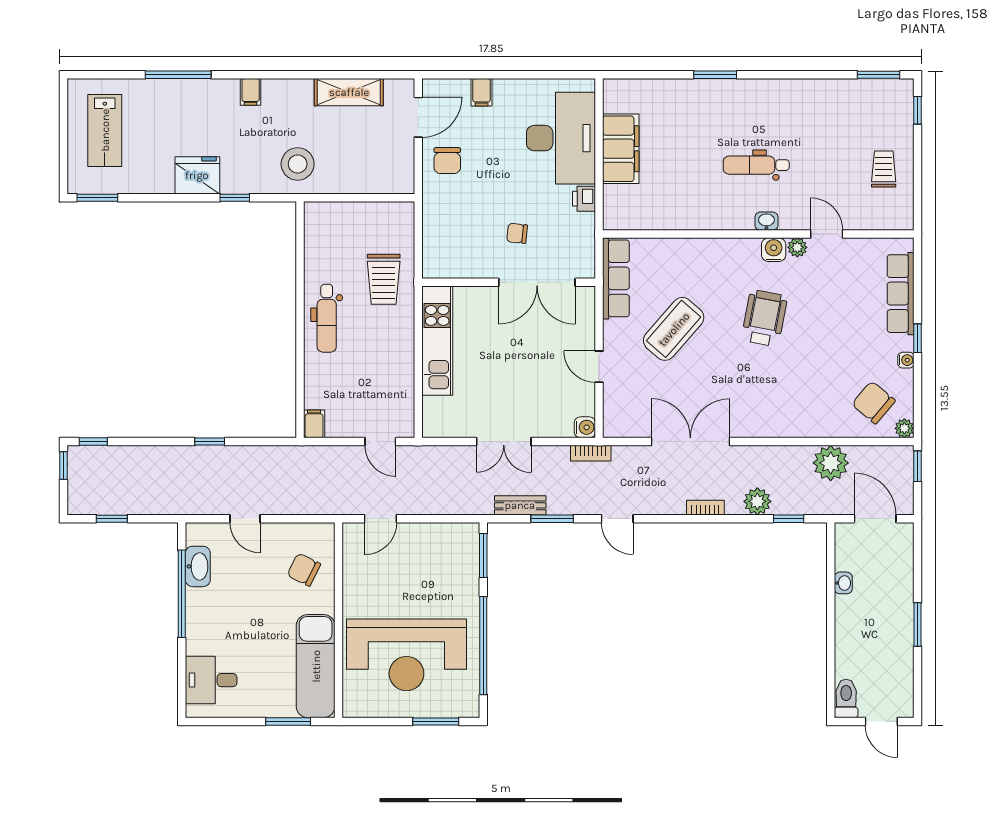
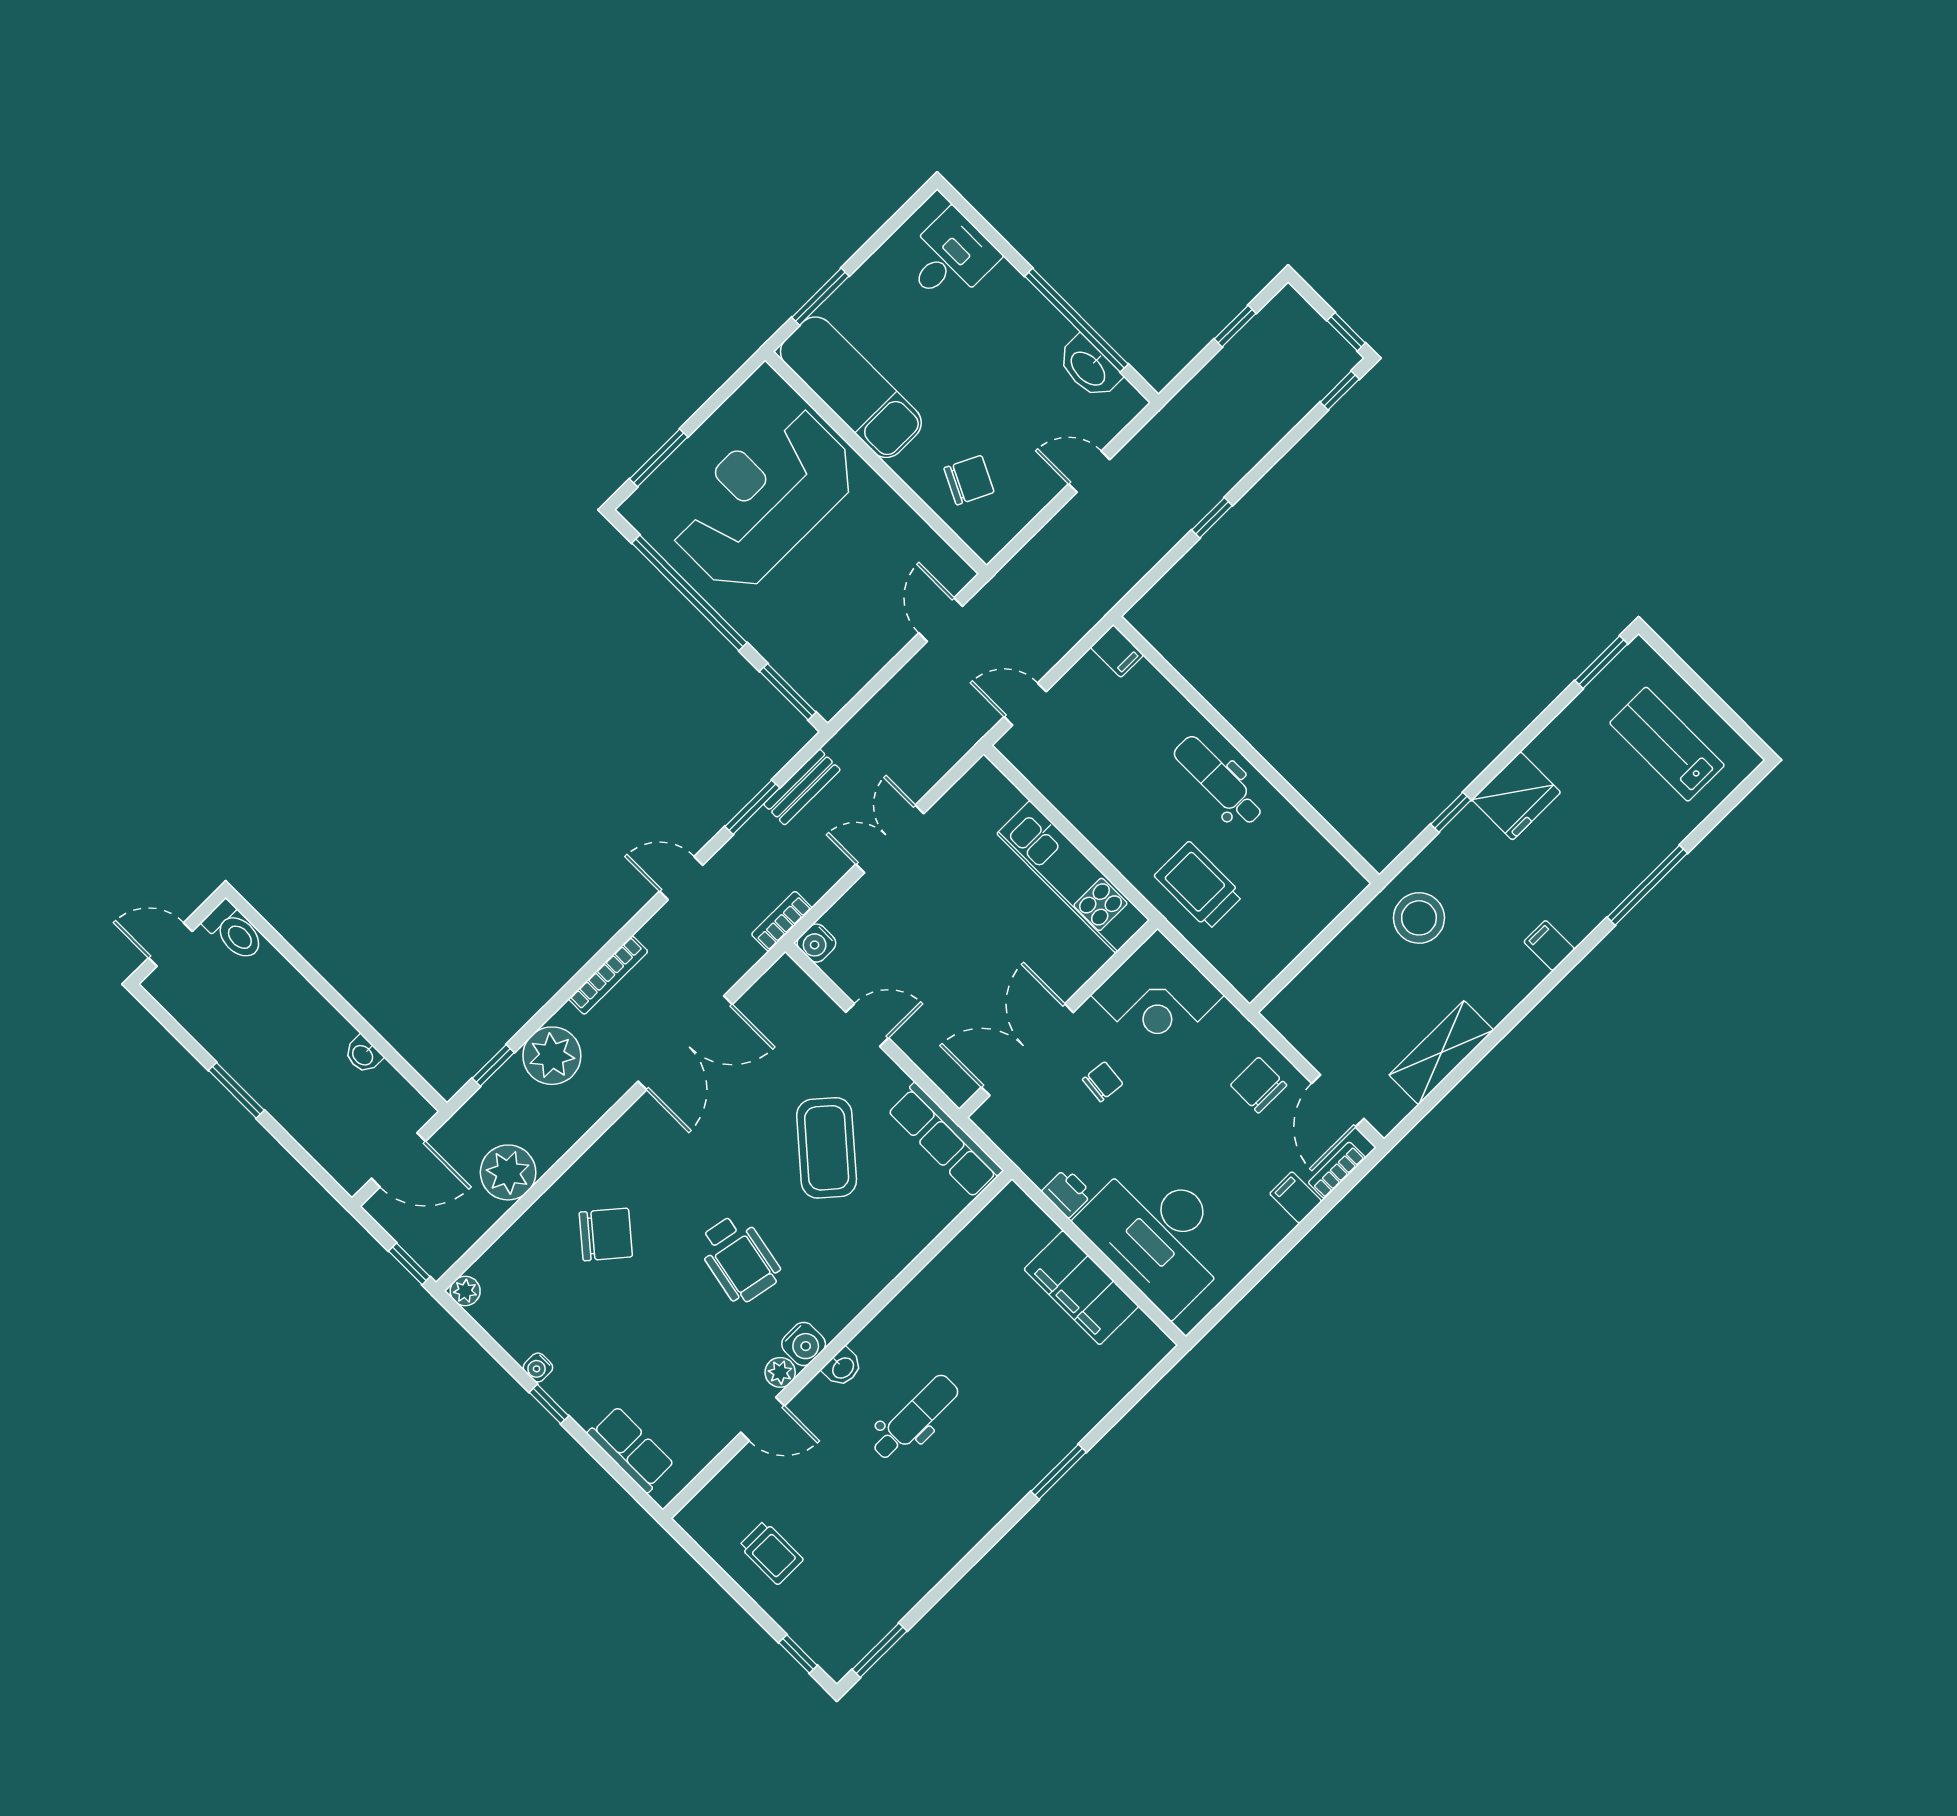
bookcase: (450, 86) -> (1337, 1170), added
corner desk: (452, 248) -> (1157, 995), added
row of seats: (901, 294) -> (631, 1449), width x0.68
chair: (874, 402) -> (606, 1234), moved
plant: (757, 501) -> (552, 1056), width x1.36, depth x1.36
bookcase: (705, 508) -> (608, 975), width x1.56

